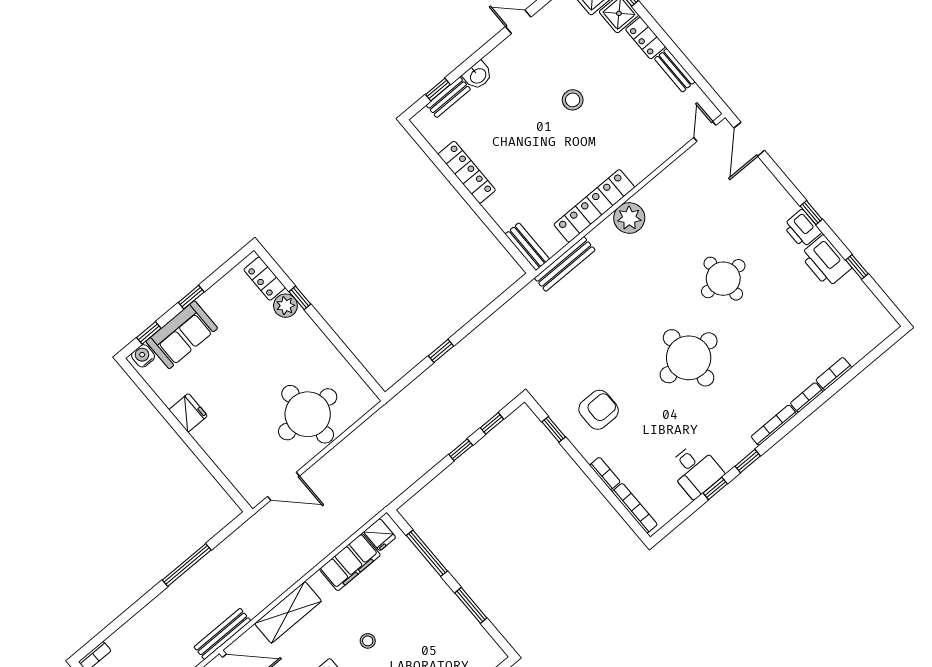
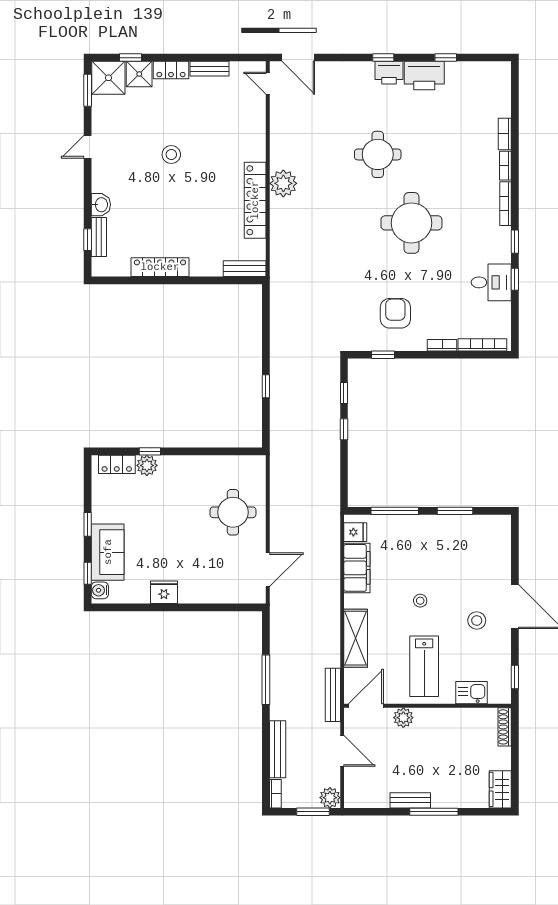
bench: (565, 264) -> (278, 749), moved
round table: (308, 414) -> (233, 512), width x0.73, depth x0.73

